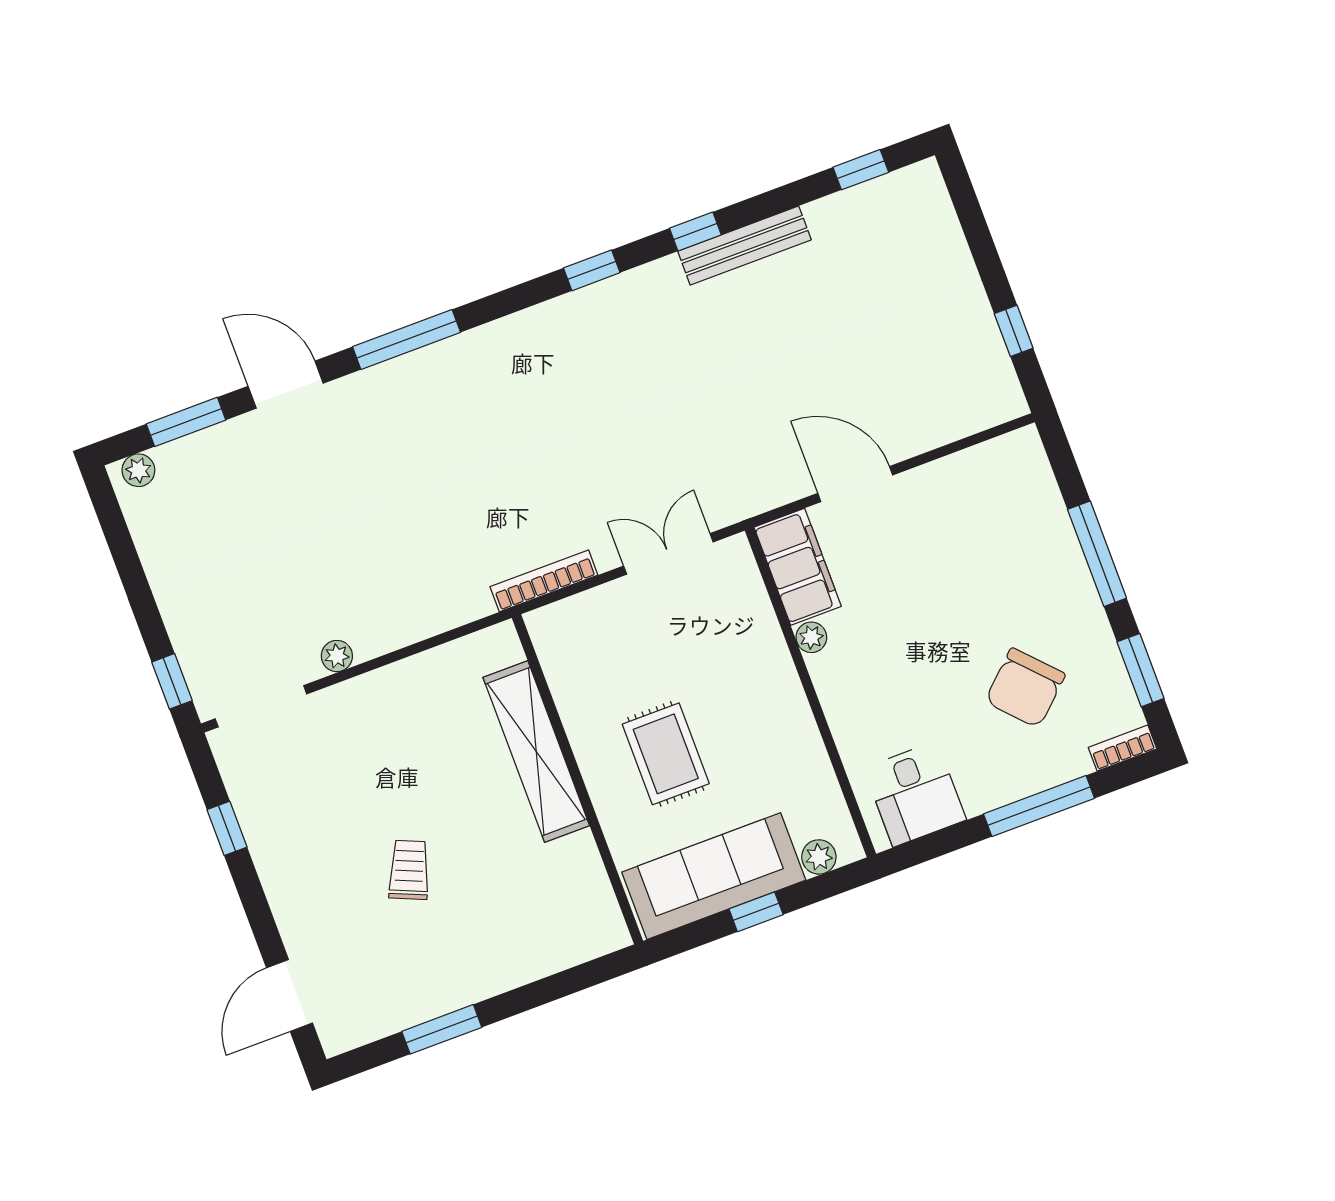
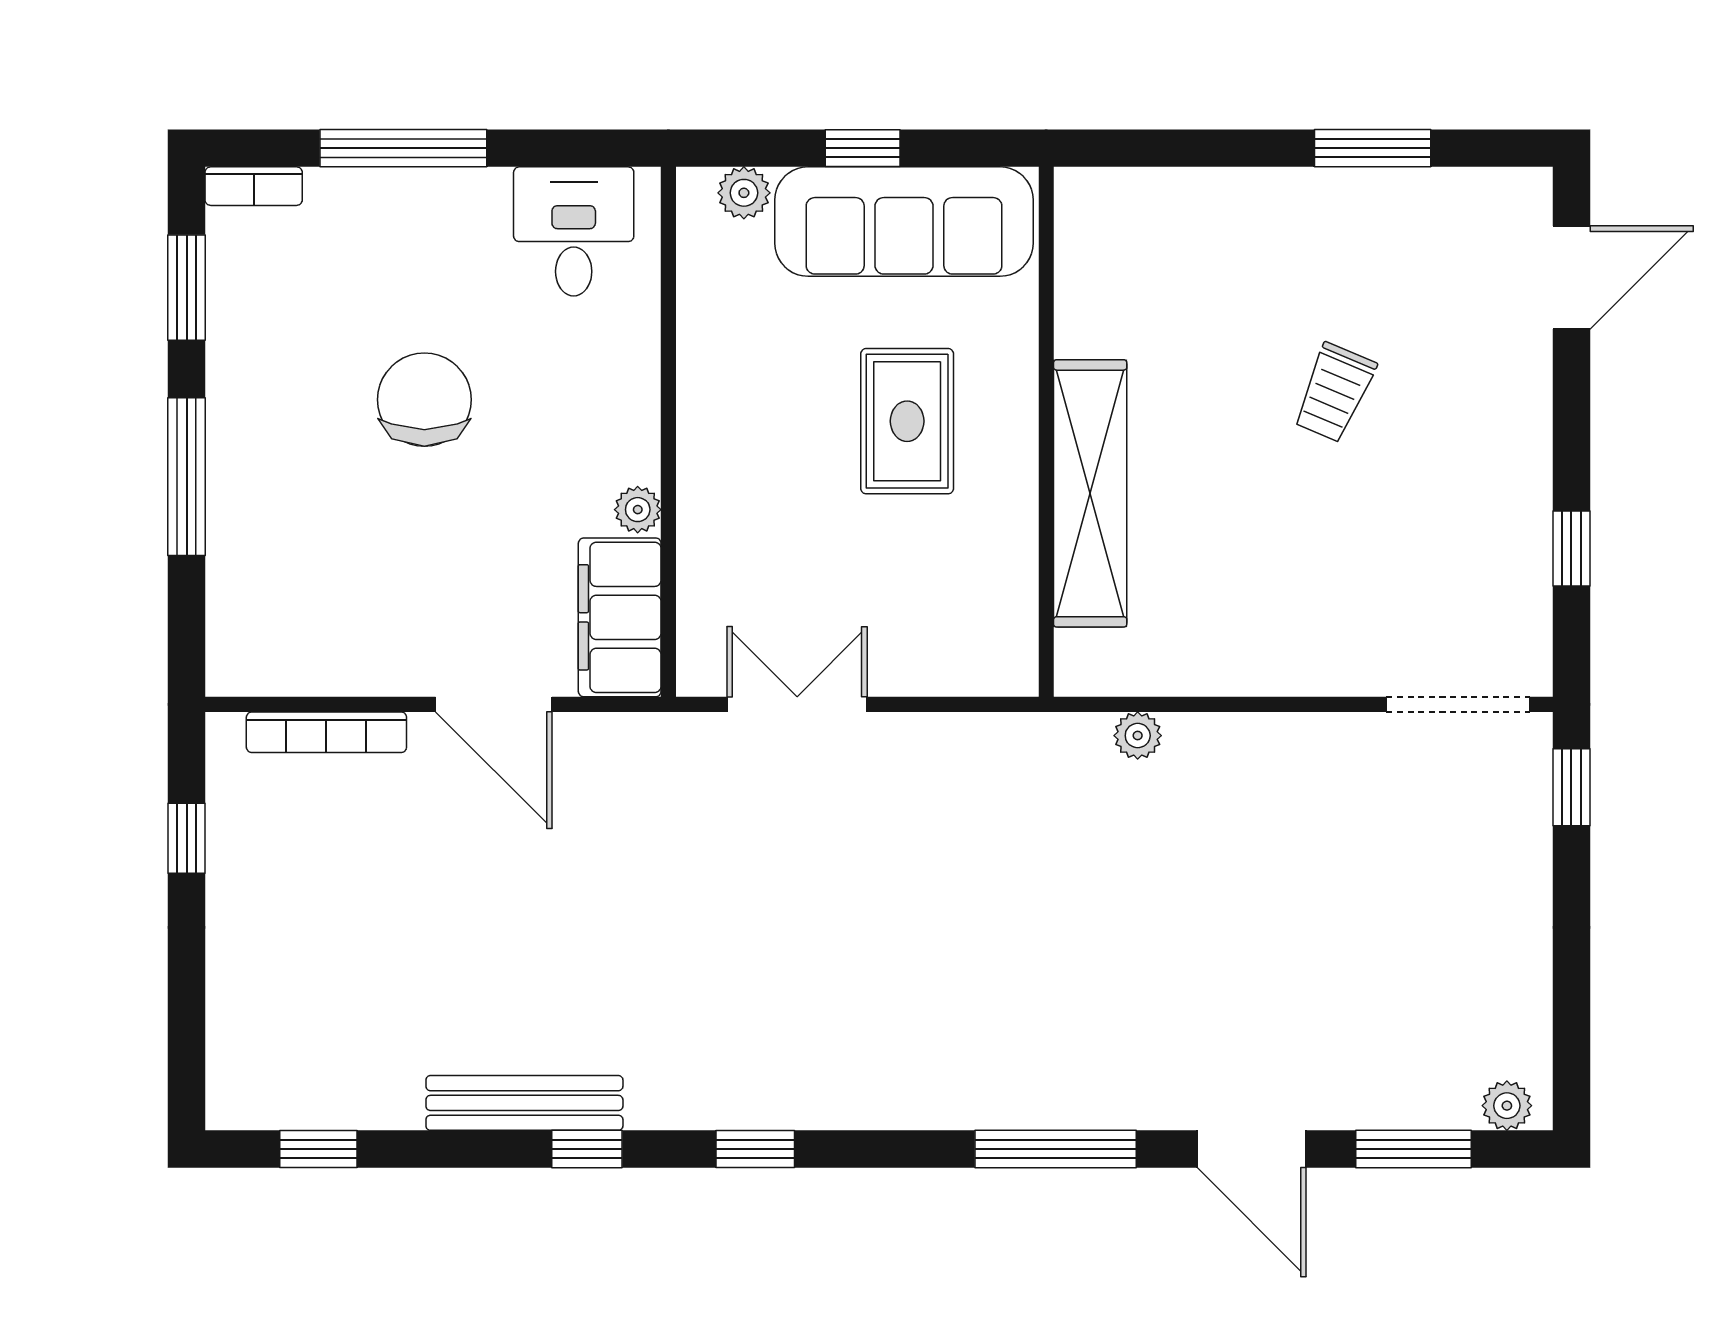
double door: (668, 554) -> (797, 704), swing flipped
bookcase: (544, 581) -> (326, 732), moved
plant: (337, 656) -> (1138, 736), moved
chair: (1025, 688) -> (424, 400), moved, turned -47

